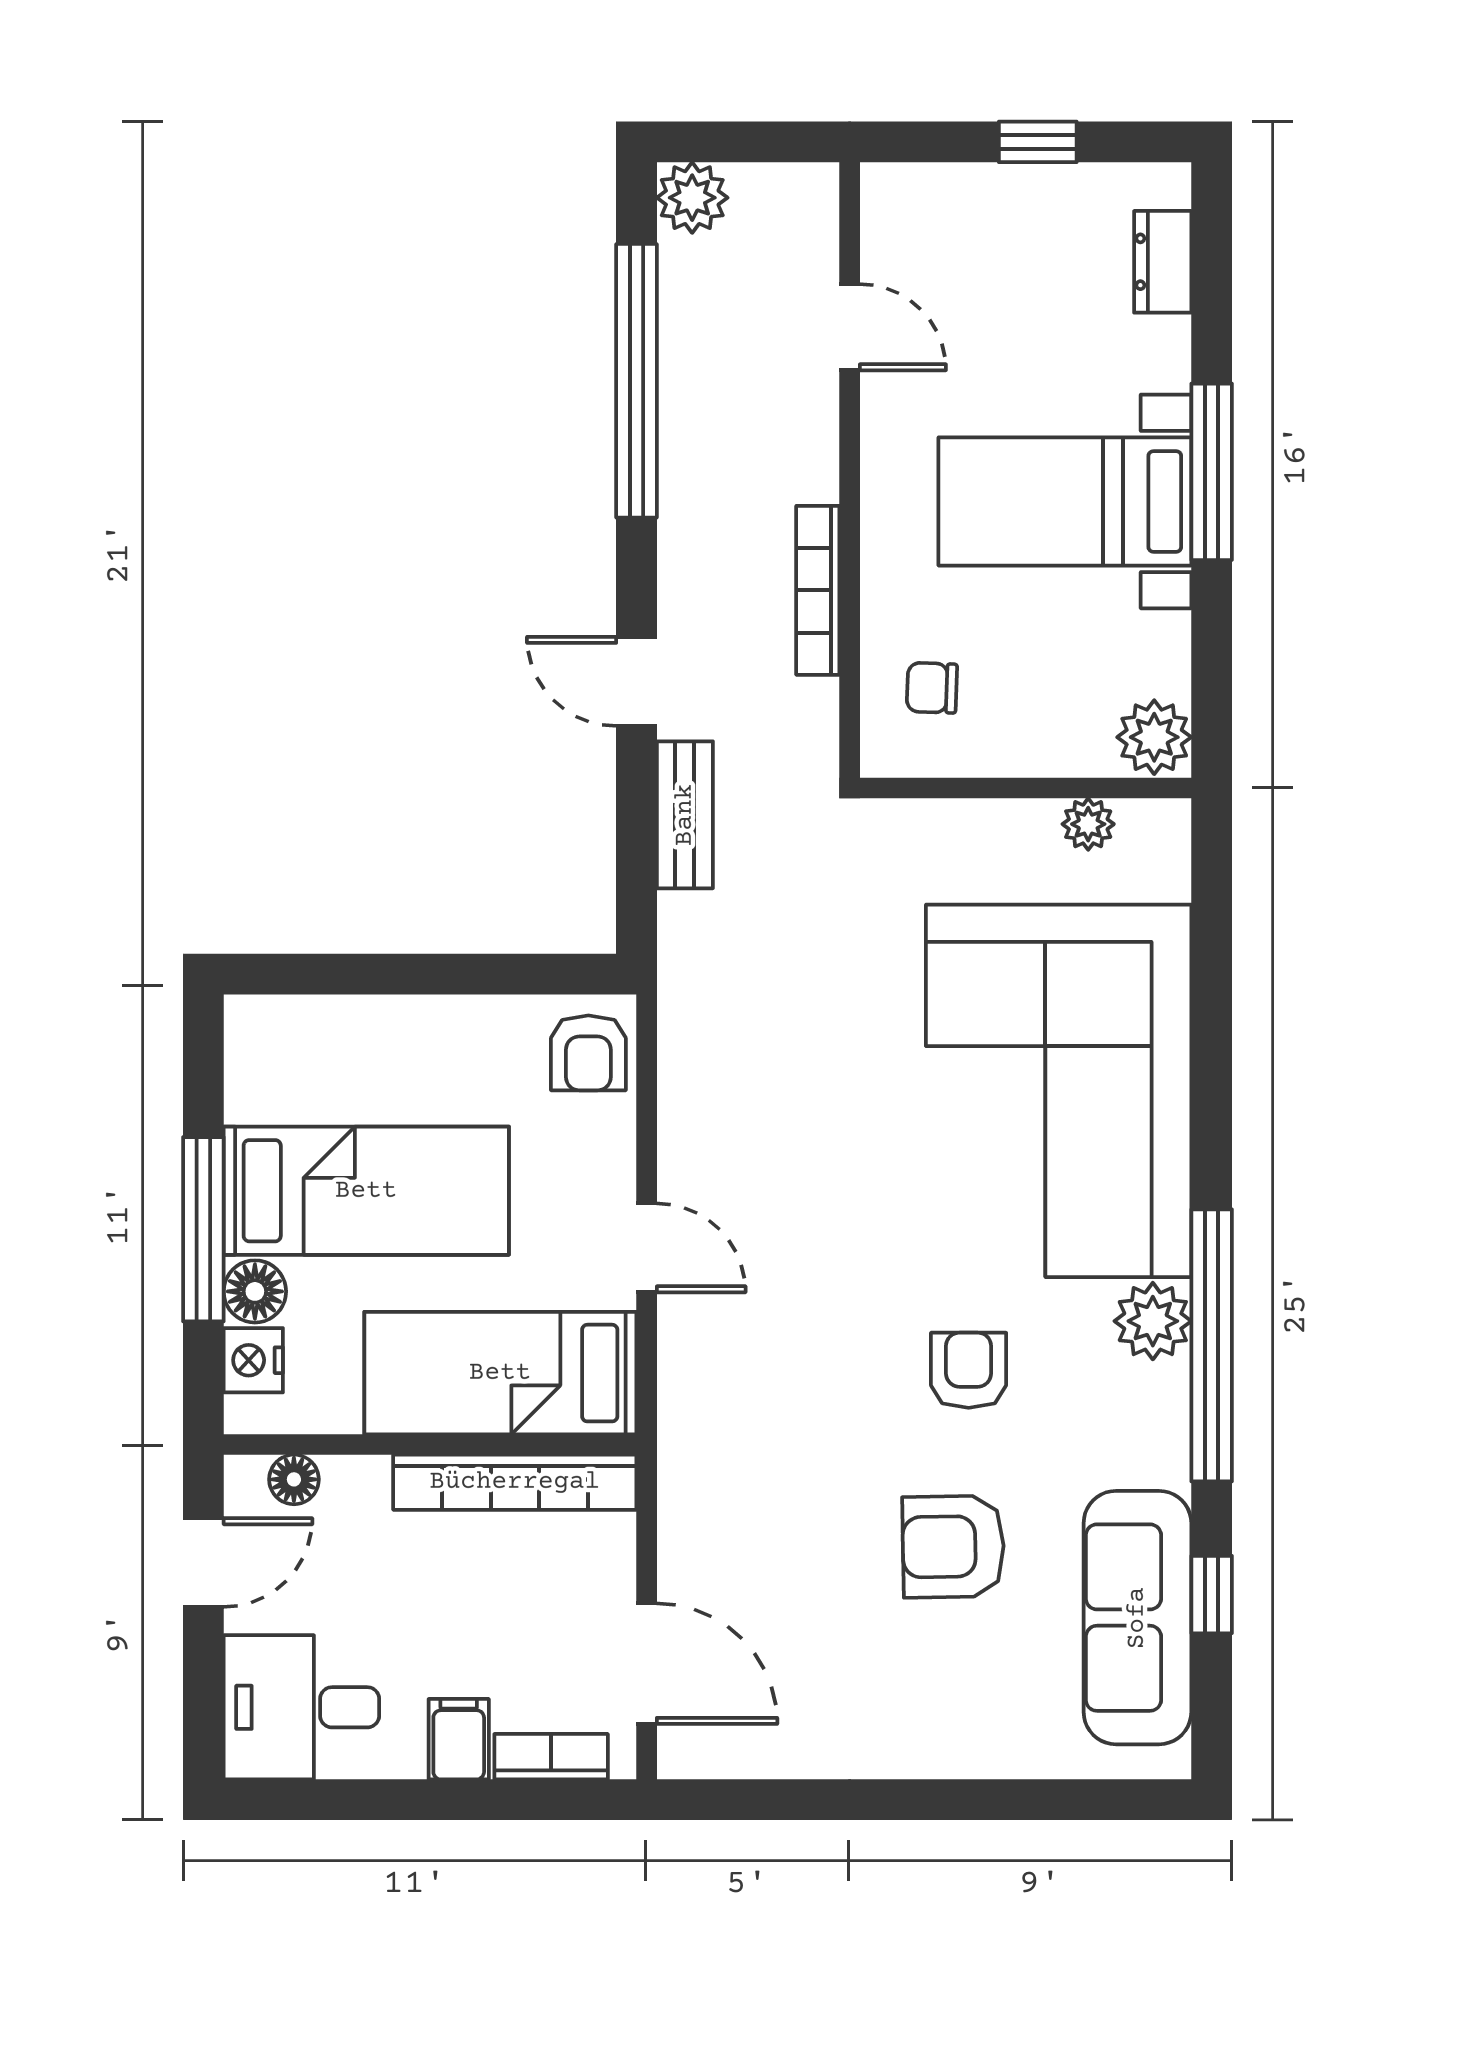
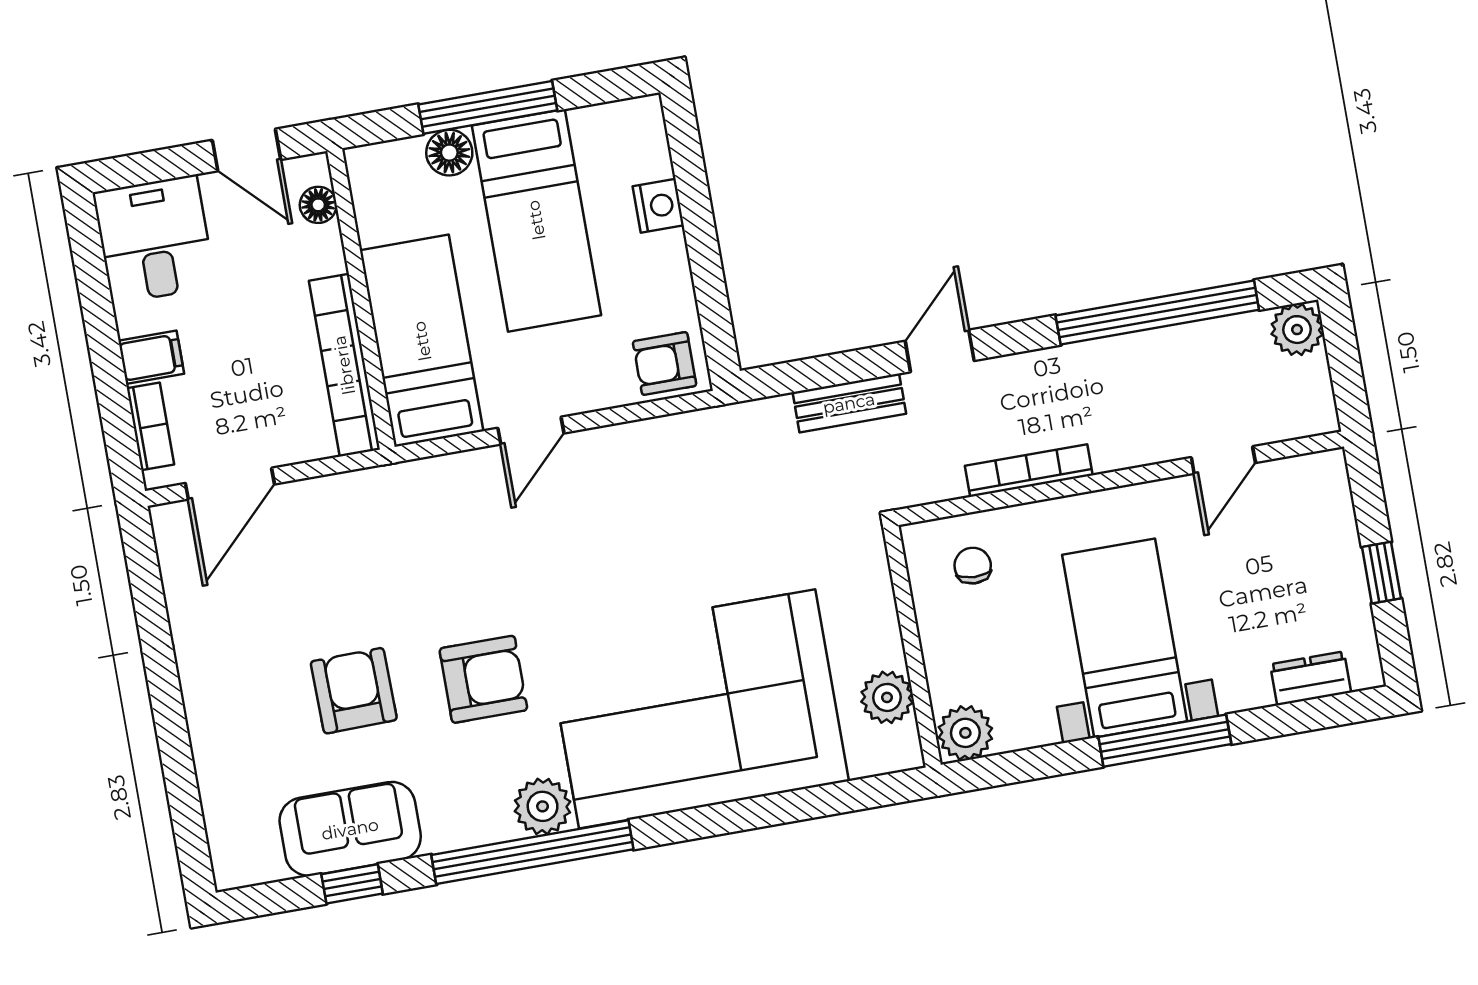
plant: (1088, 824) -> (887, 697), width x1.38, depth x1.38
nightstand: (253, 1360) -> (658, 206), moved, turned 90
armchair: (969, 1370) -> (483, 679), width x1.38, depth x1.38
sofa: (1137, 1618) -> (350, 829), width x0.73

